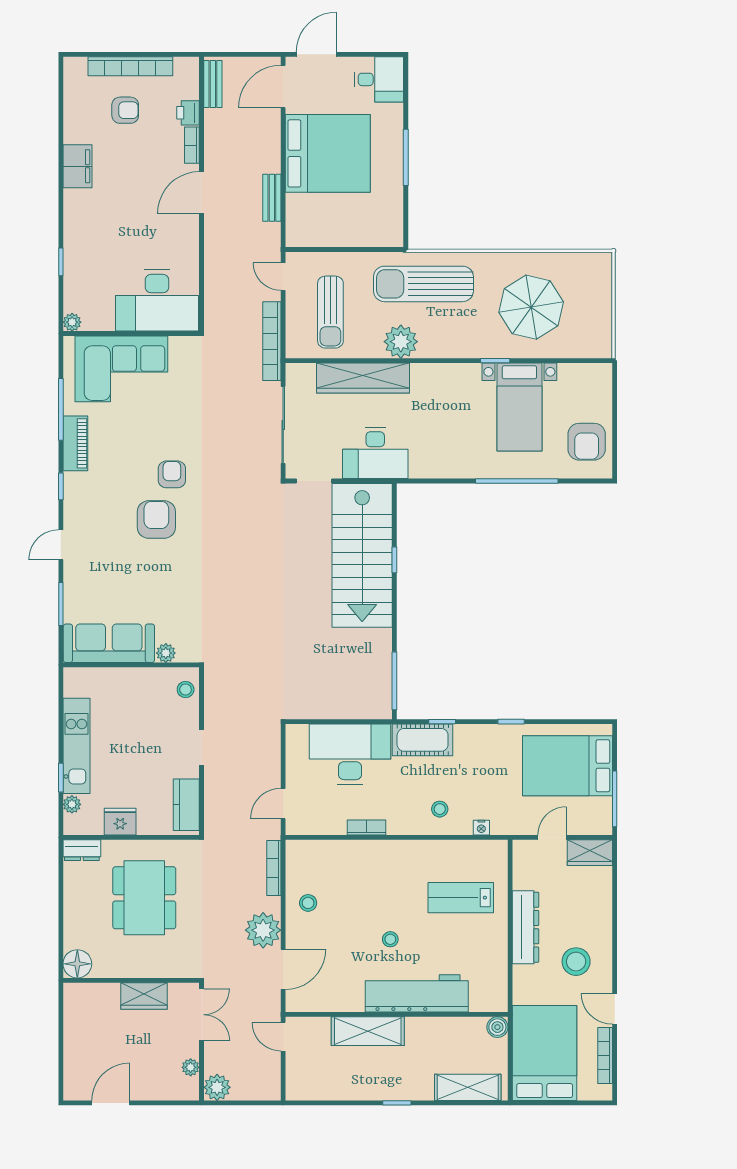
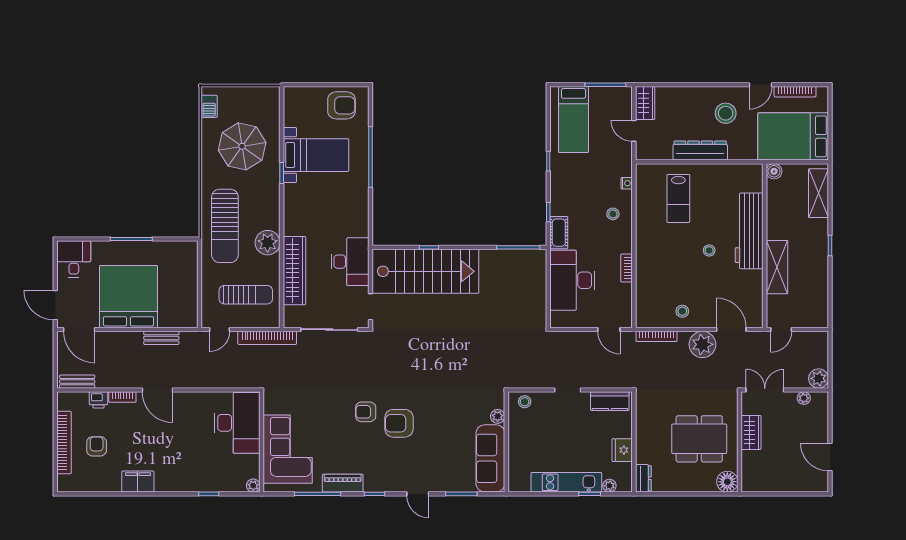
barbecue: (585, 263) -> (209, 106), added
cot: (423, 740) -> (559, 233), width x0.73, depth x0.75
bed: (568, 766) -> (574, 120), width x0.67
dining table: (144, 898) -> (699, 439), moved

